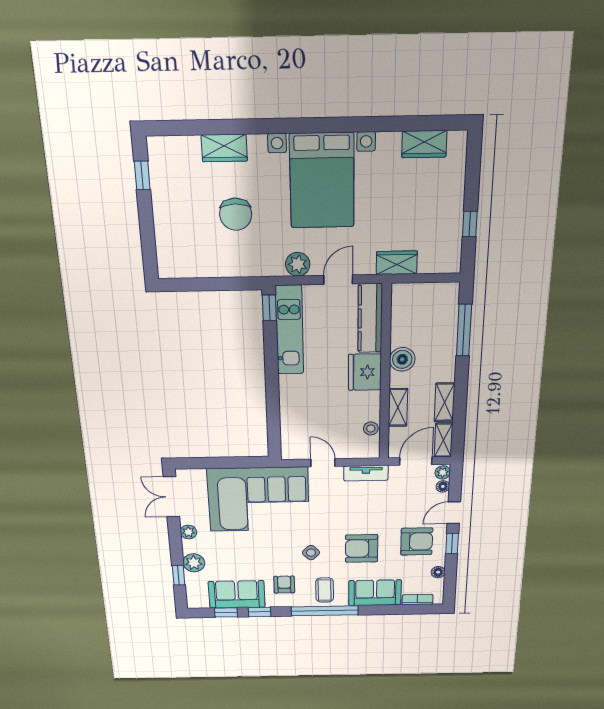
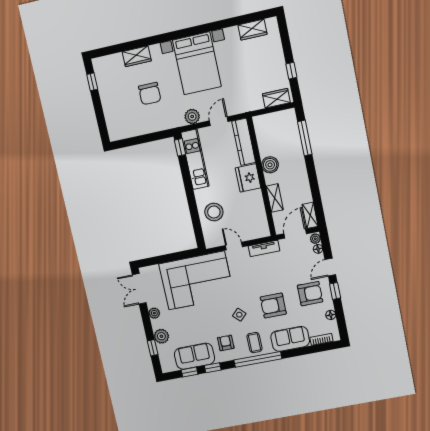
wardrobe: (397, 263) -> (276, 98), moved
shelving: (444, 402) -> (304, 189), removed
stool: (371, 428) -> (214, 212), moved, width x1.89, depth x1.89

